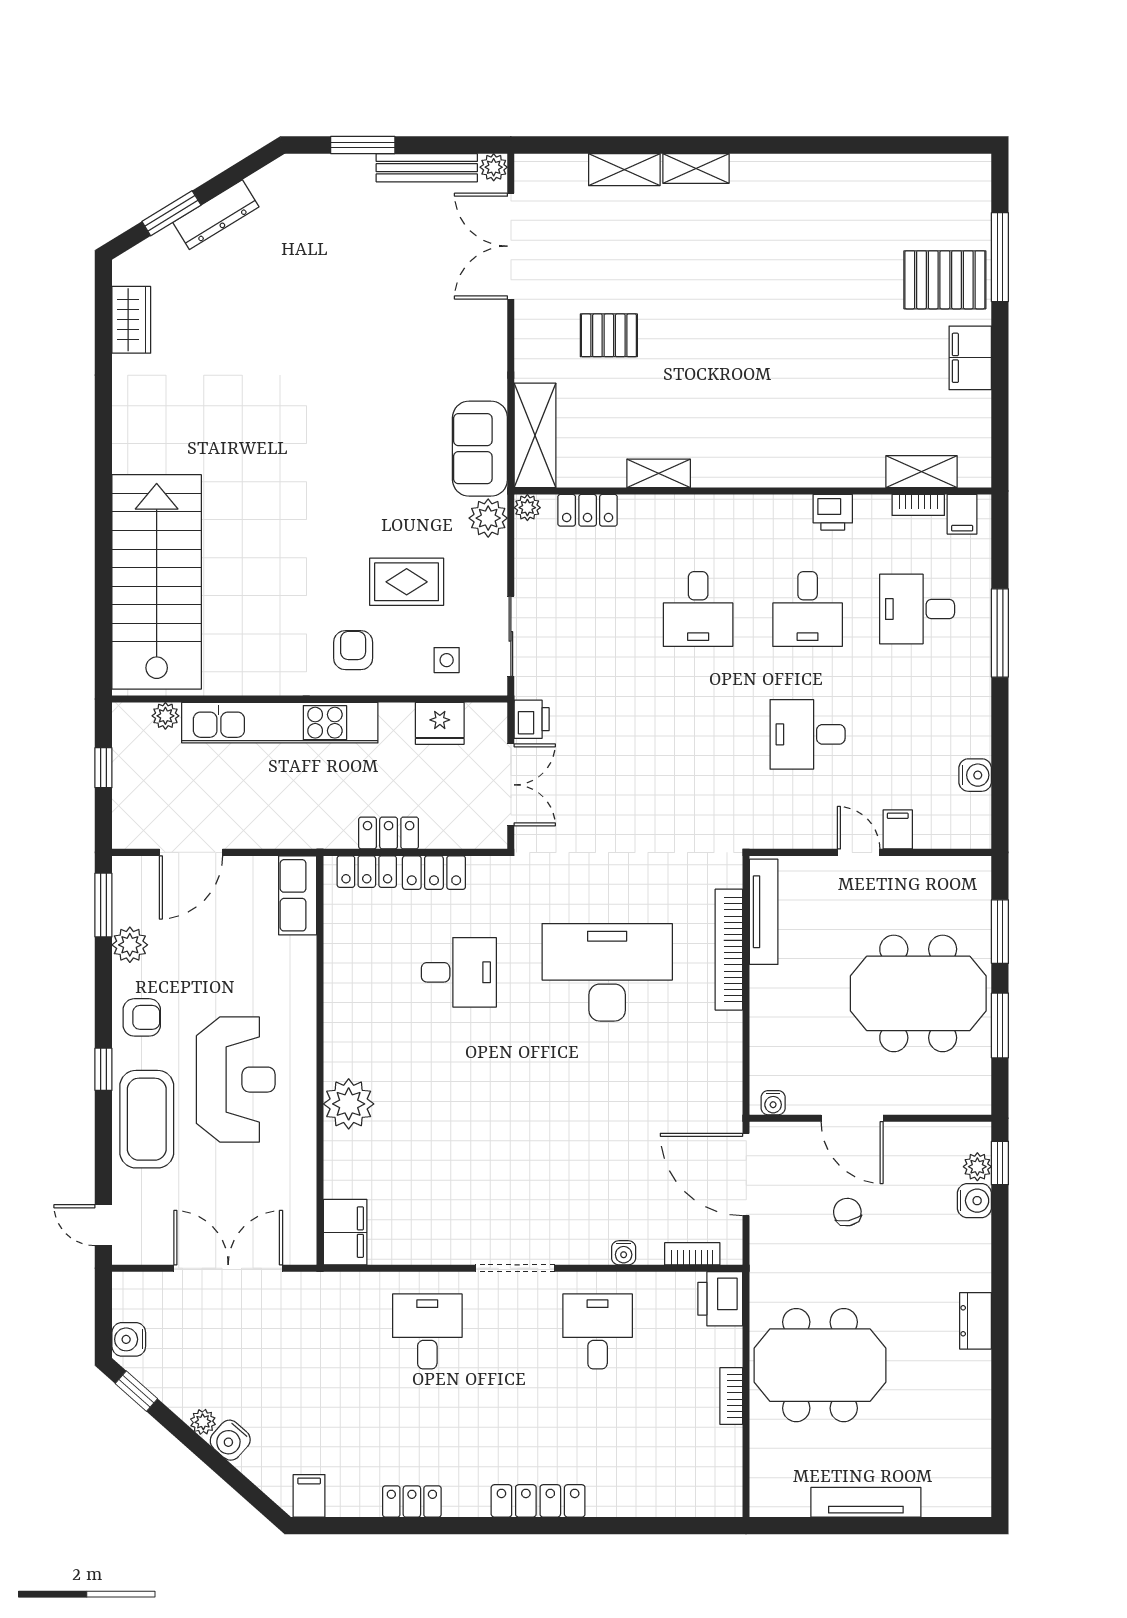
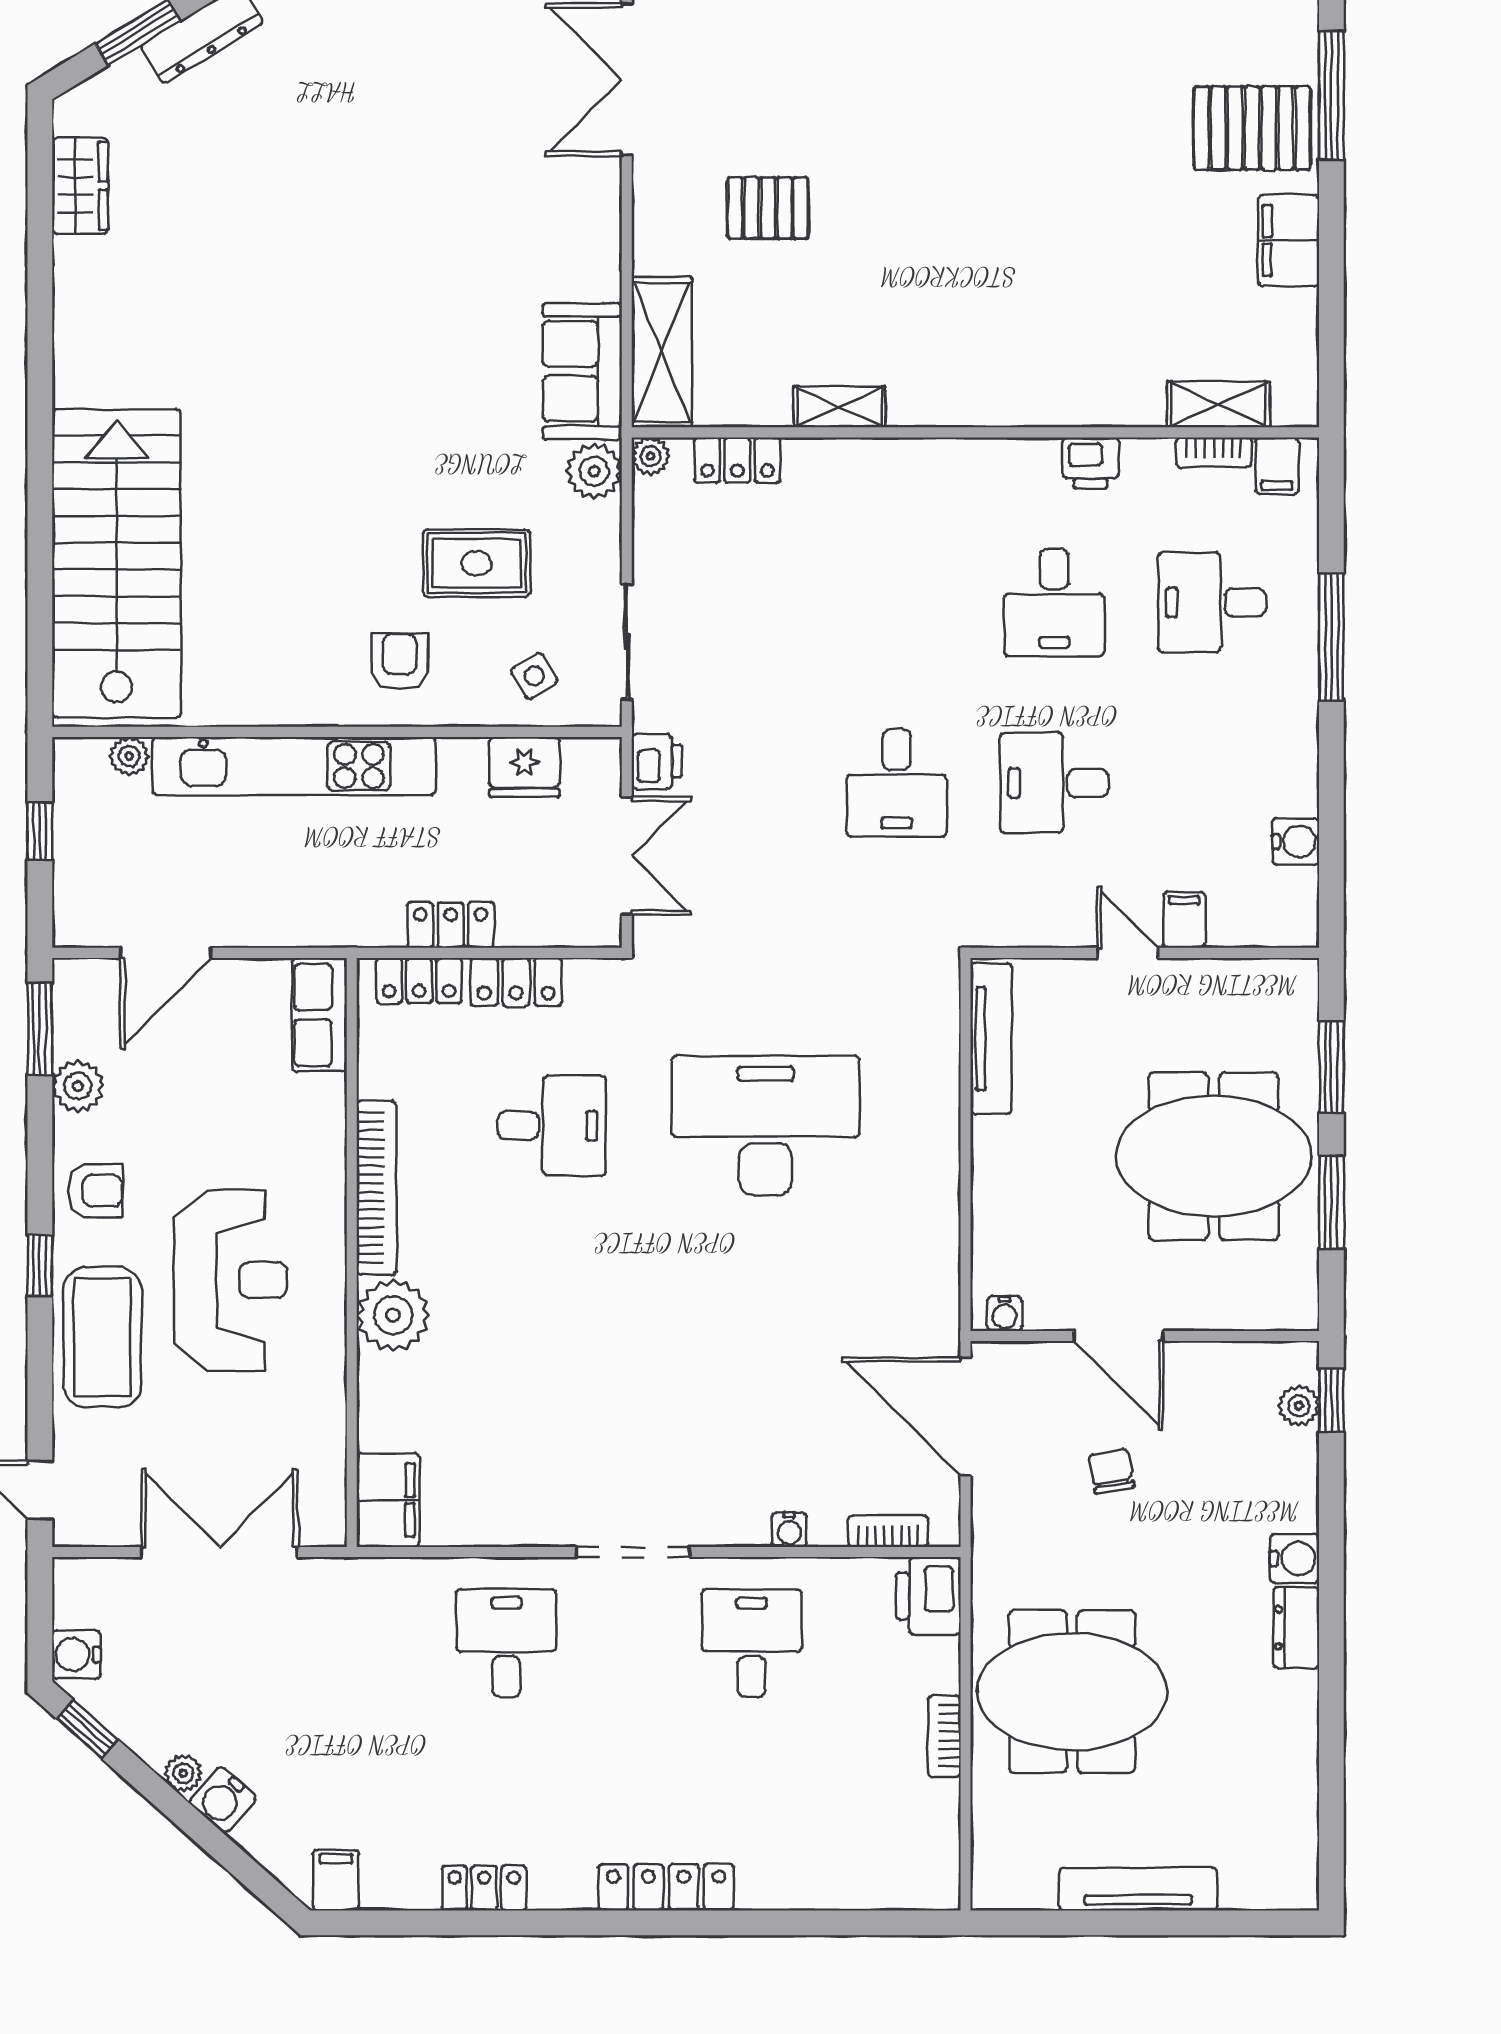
desk: (698, 609) -> (897, 783), moved
side table: (447, 660) -> (534, 676), turned -31
bookcase: (729, 950) -> (376, 1188), moved, turned 180
water cooler: (974, 1201) -> (1295, 1559), moved

